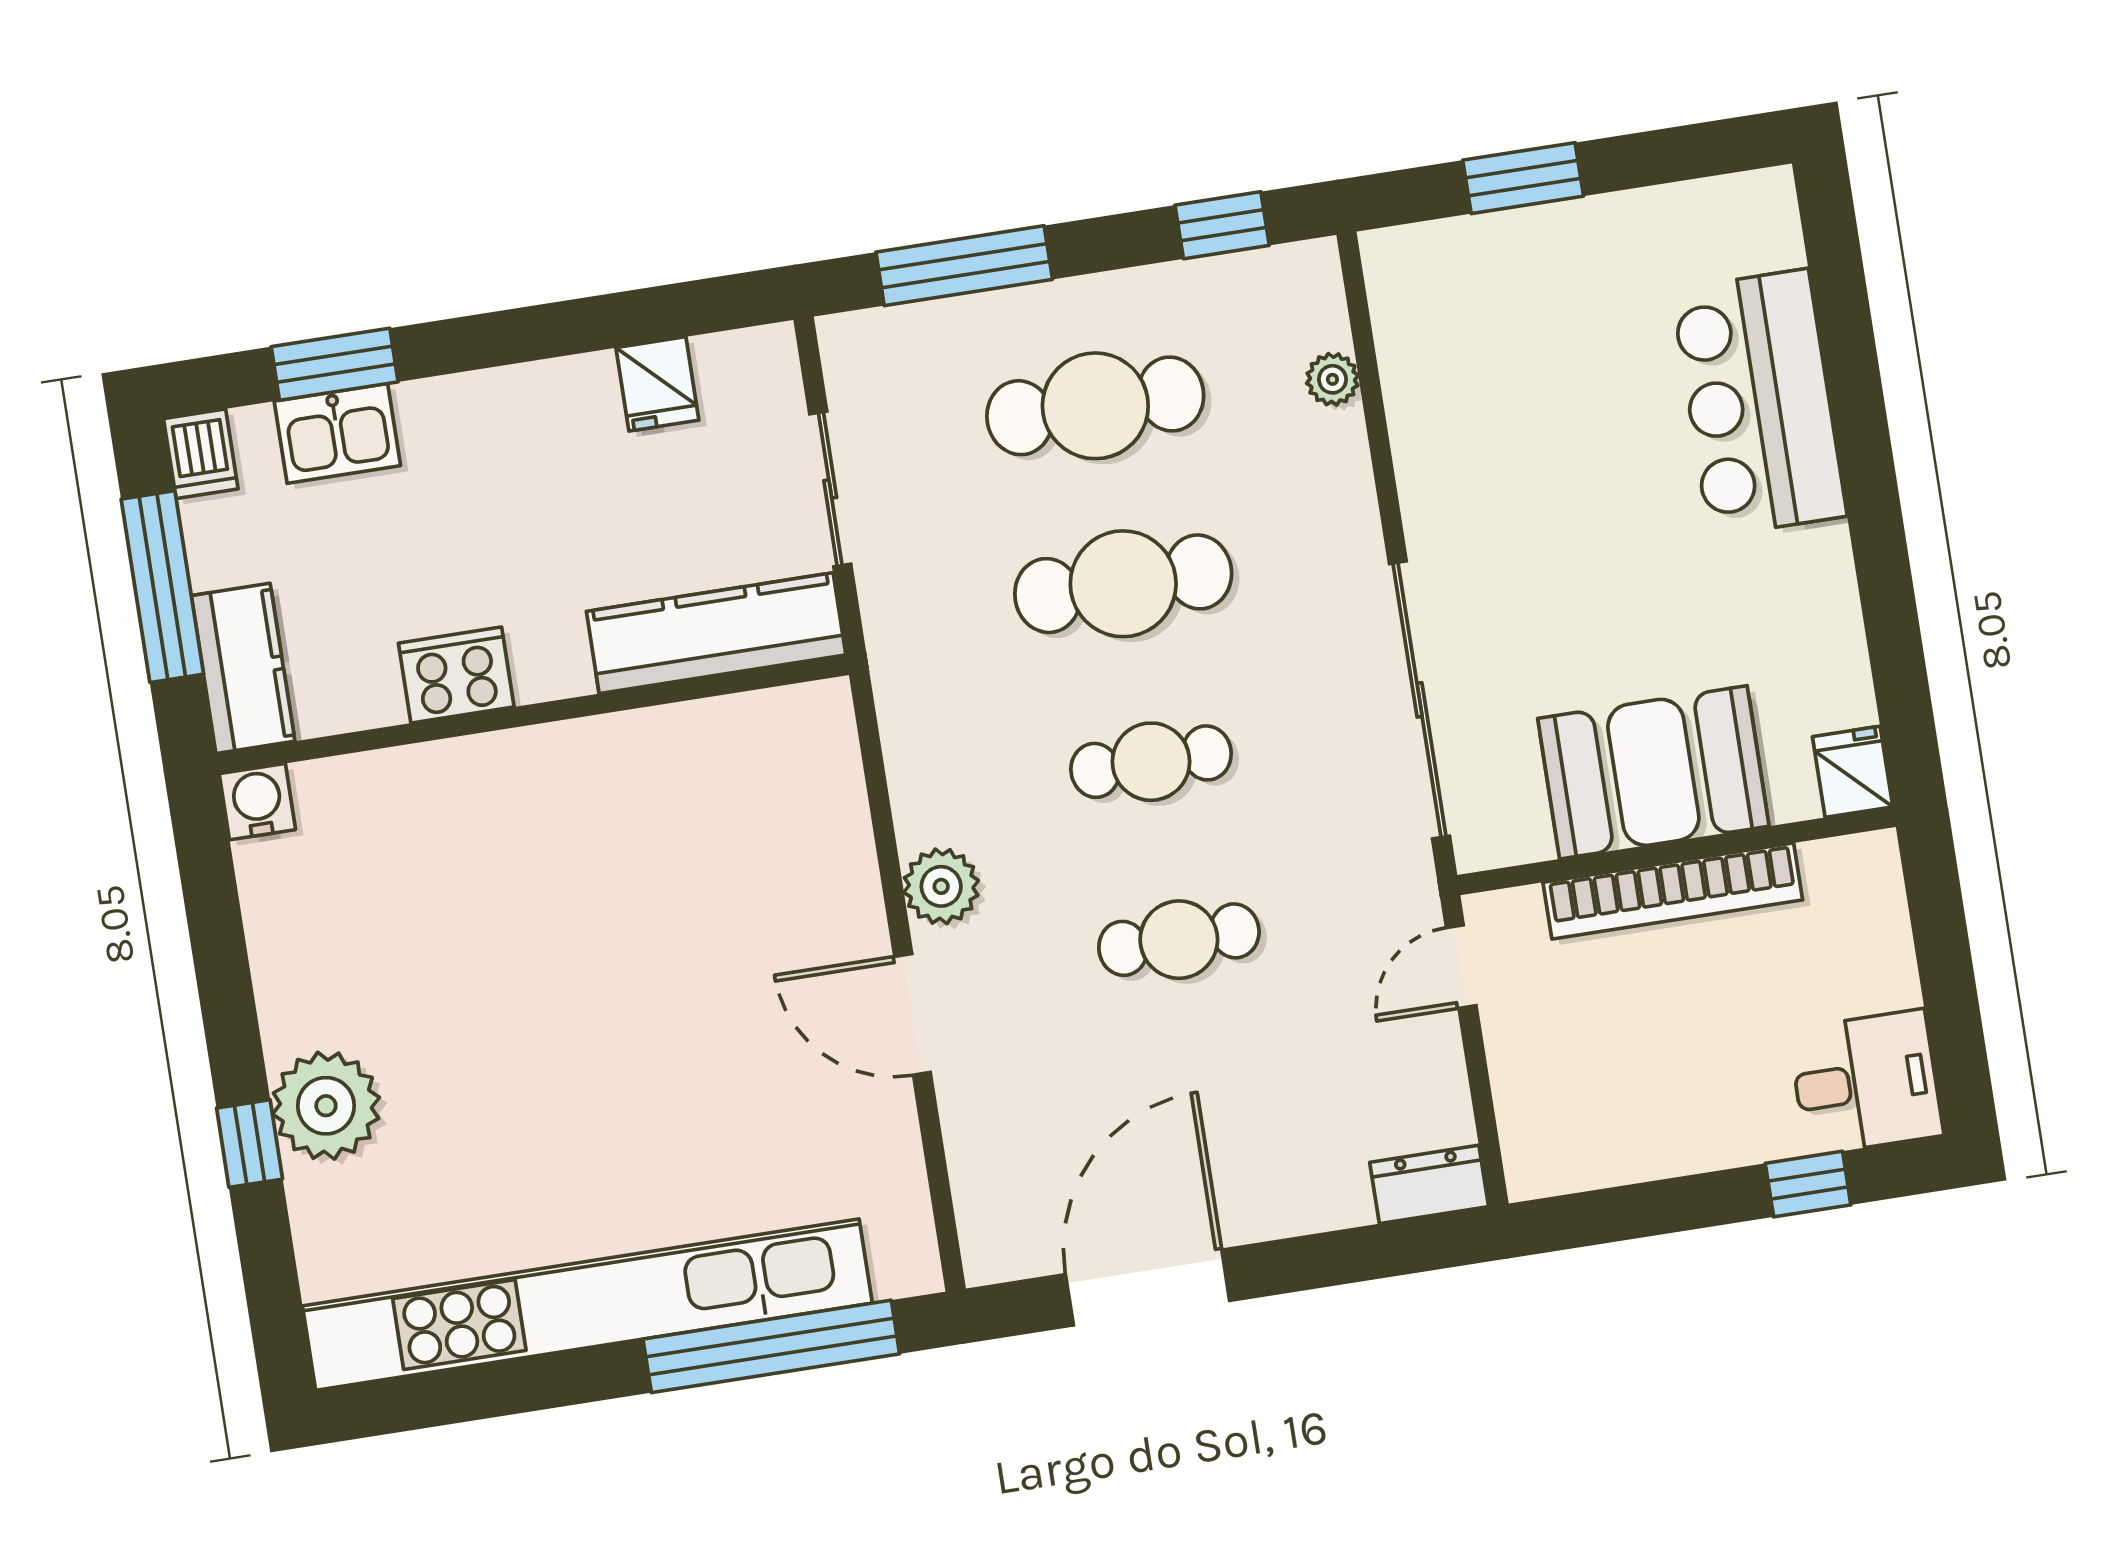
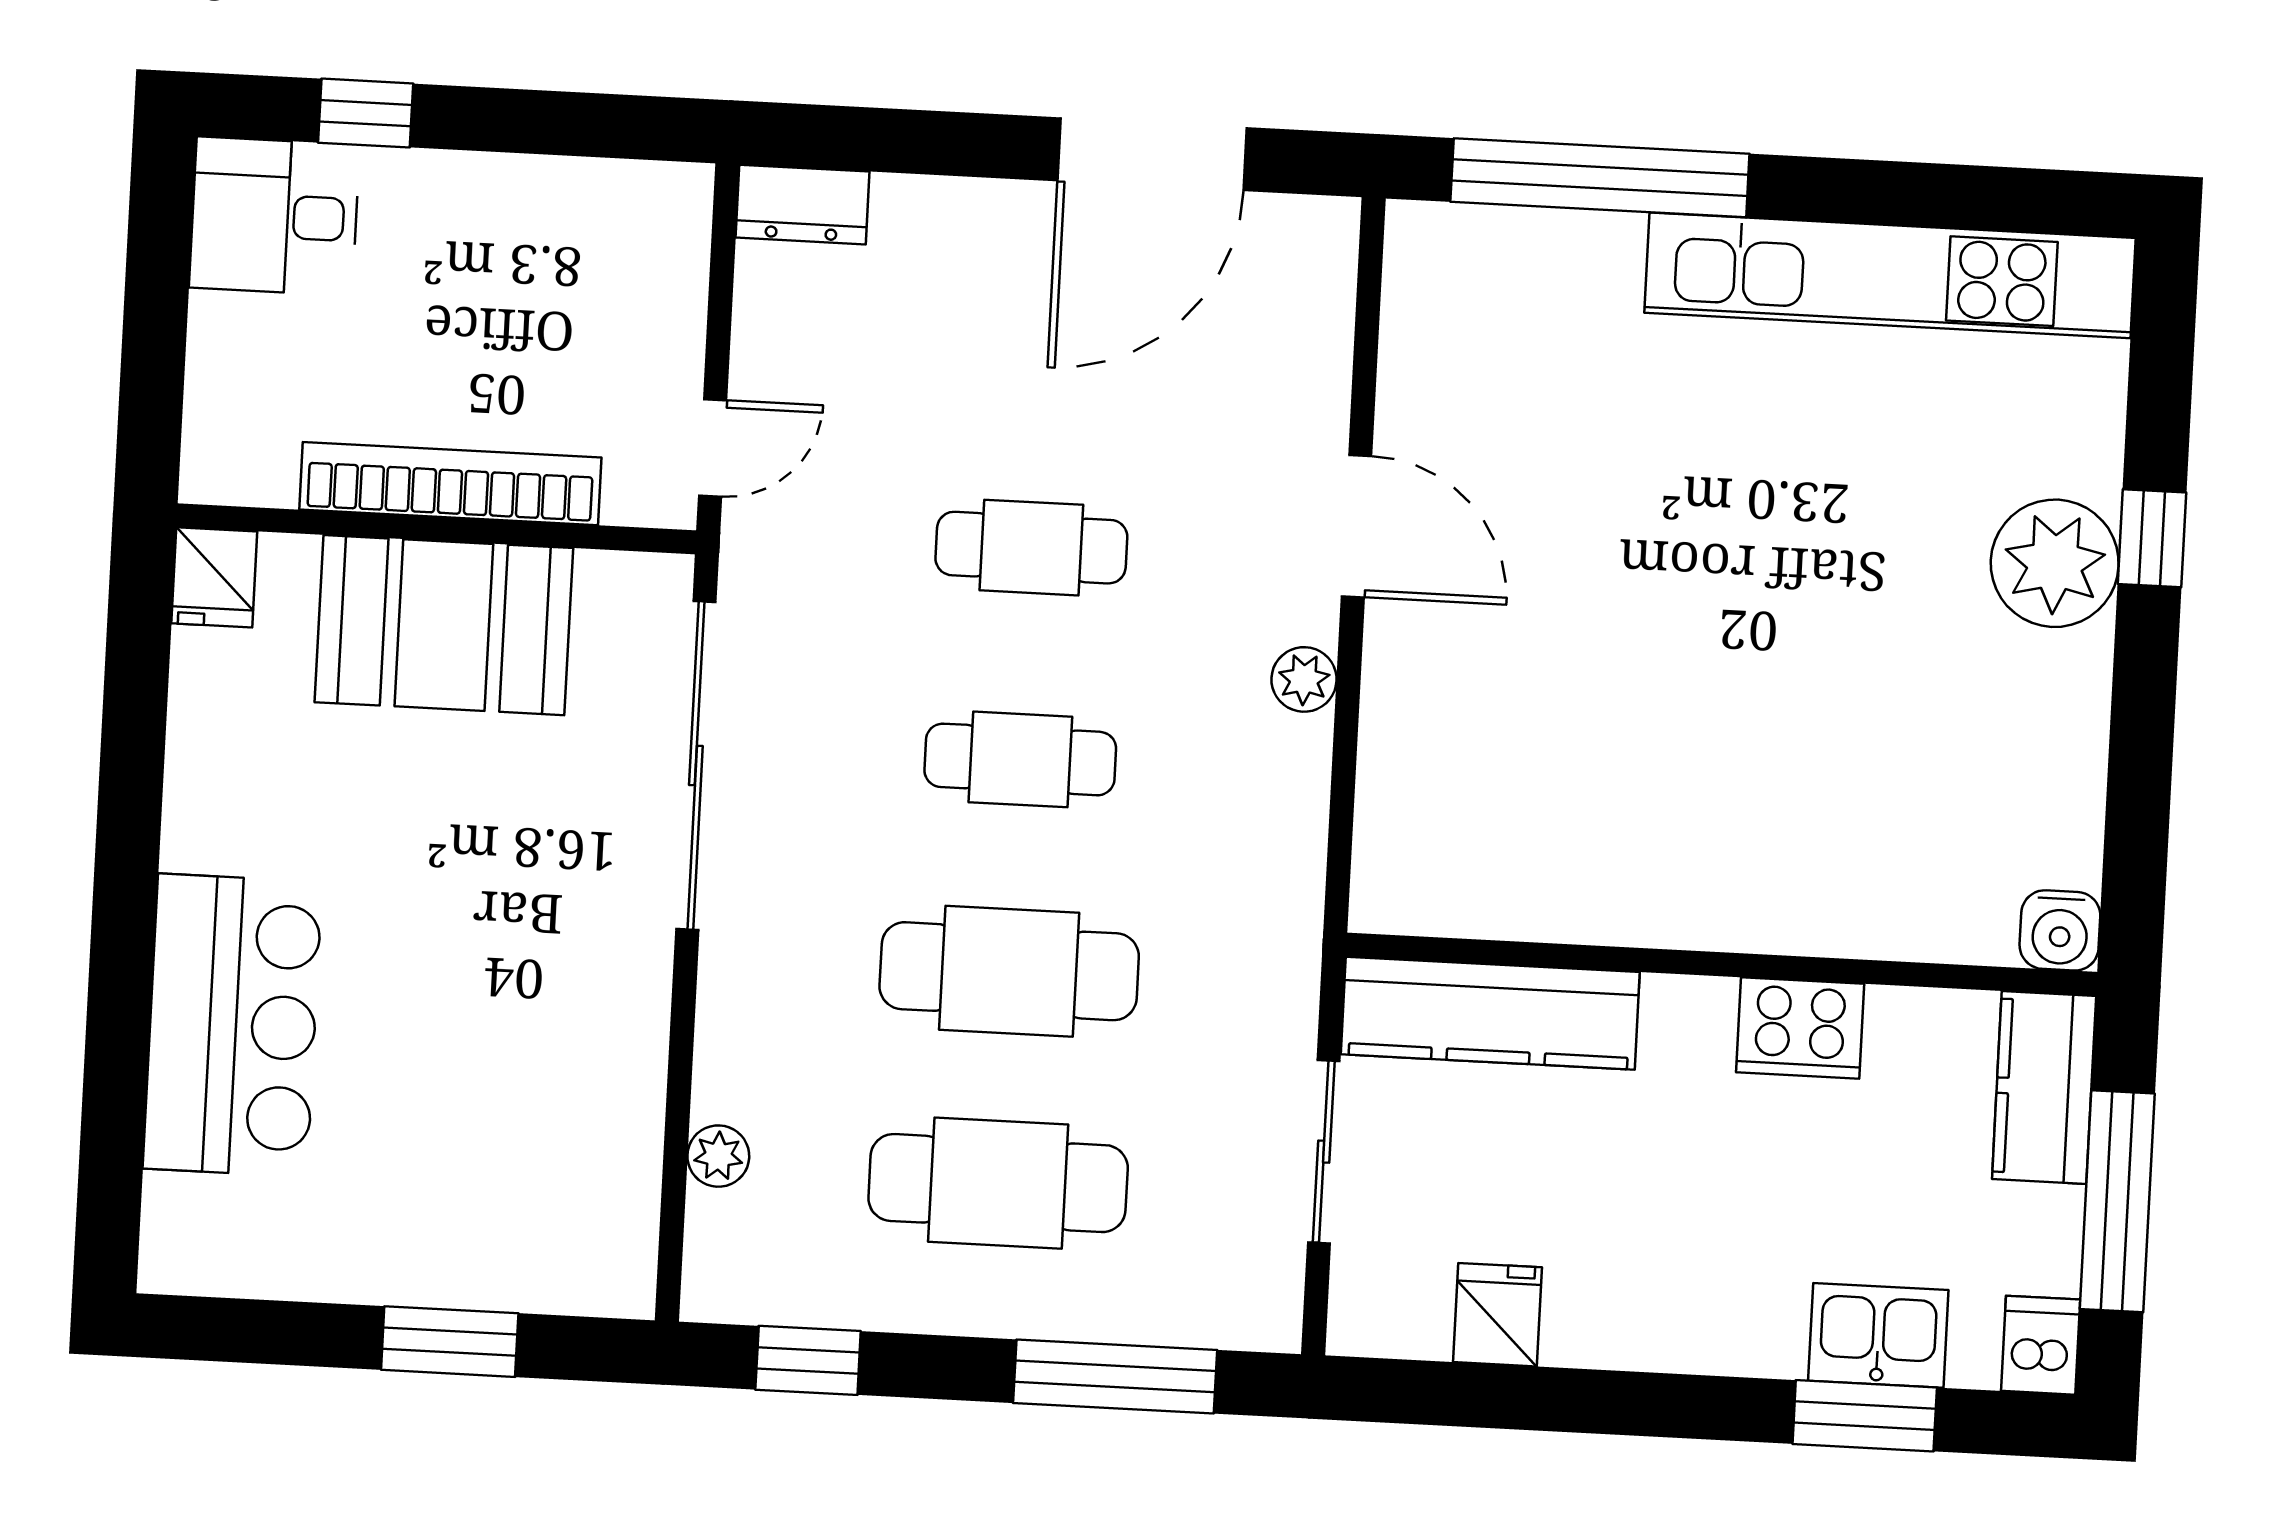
plant: (941, 886) -> (1304, 679), width x0.73, depth x0.73
kitchen unit: (587, 1305) -> (1890, 275), width x0.73

